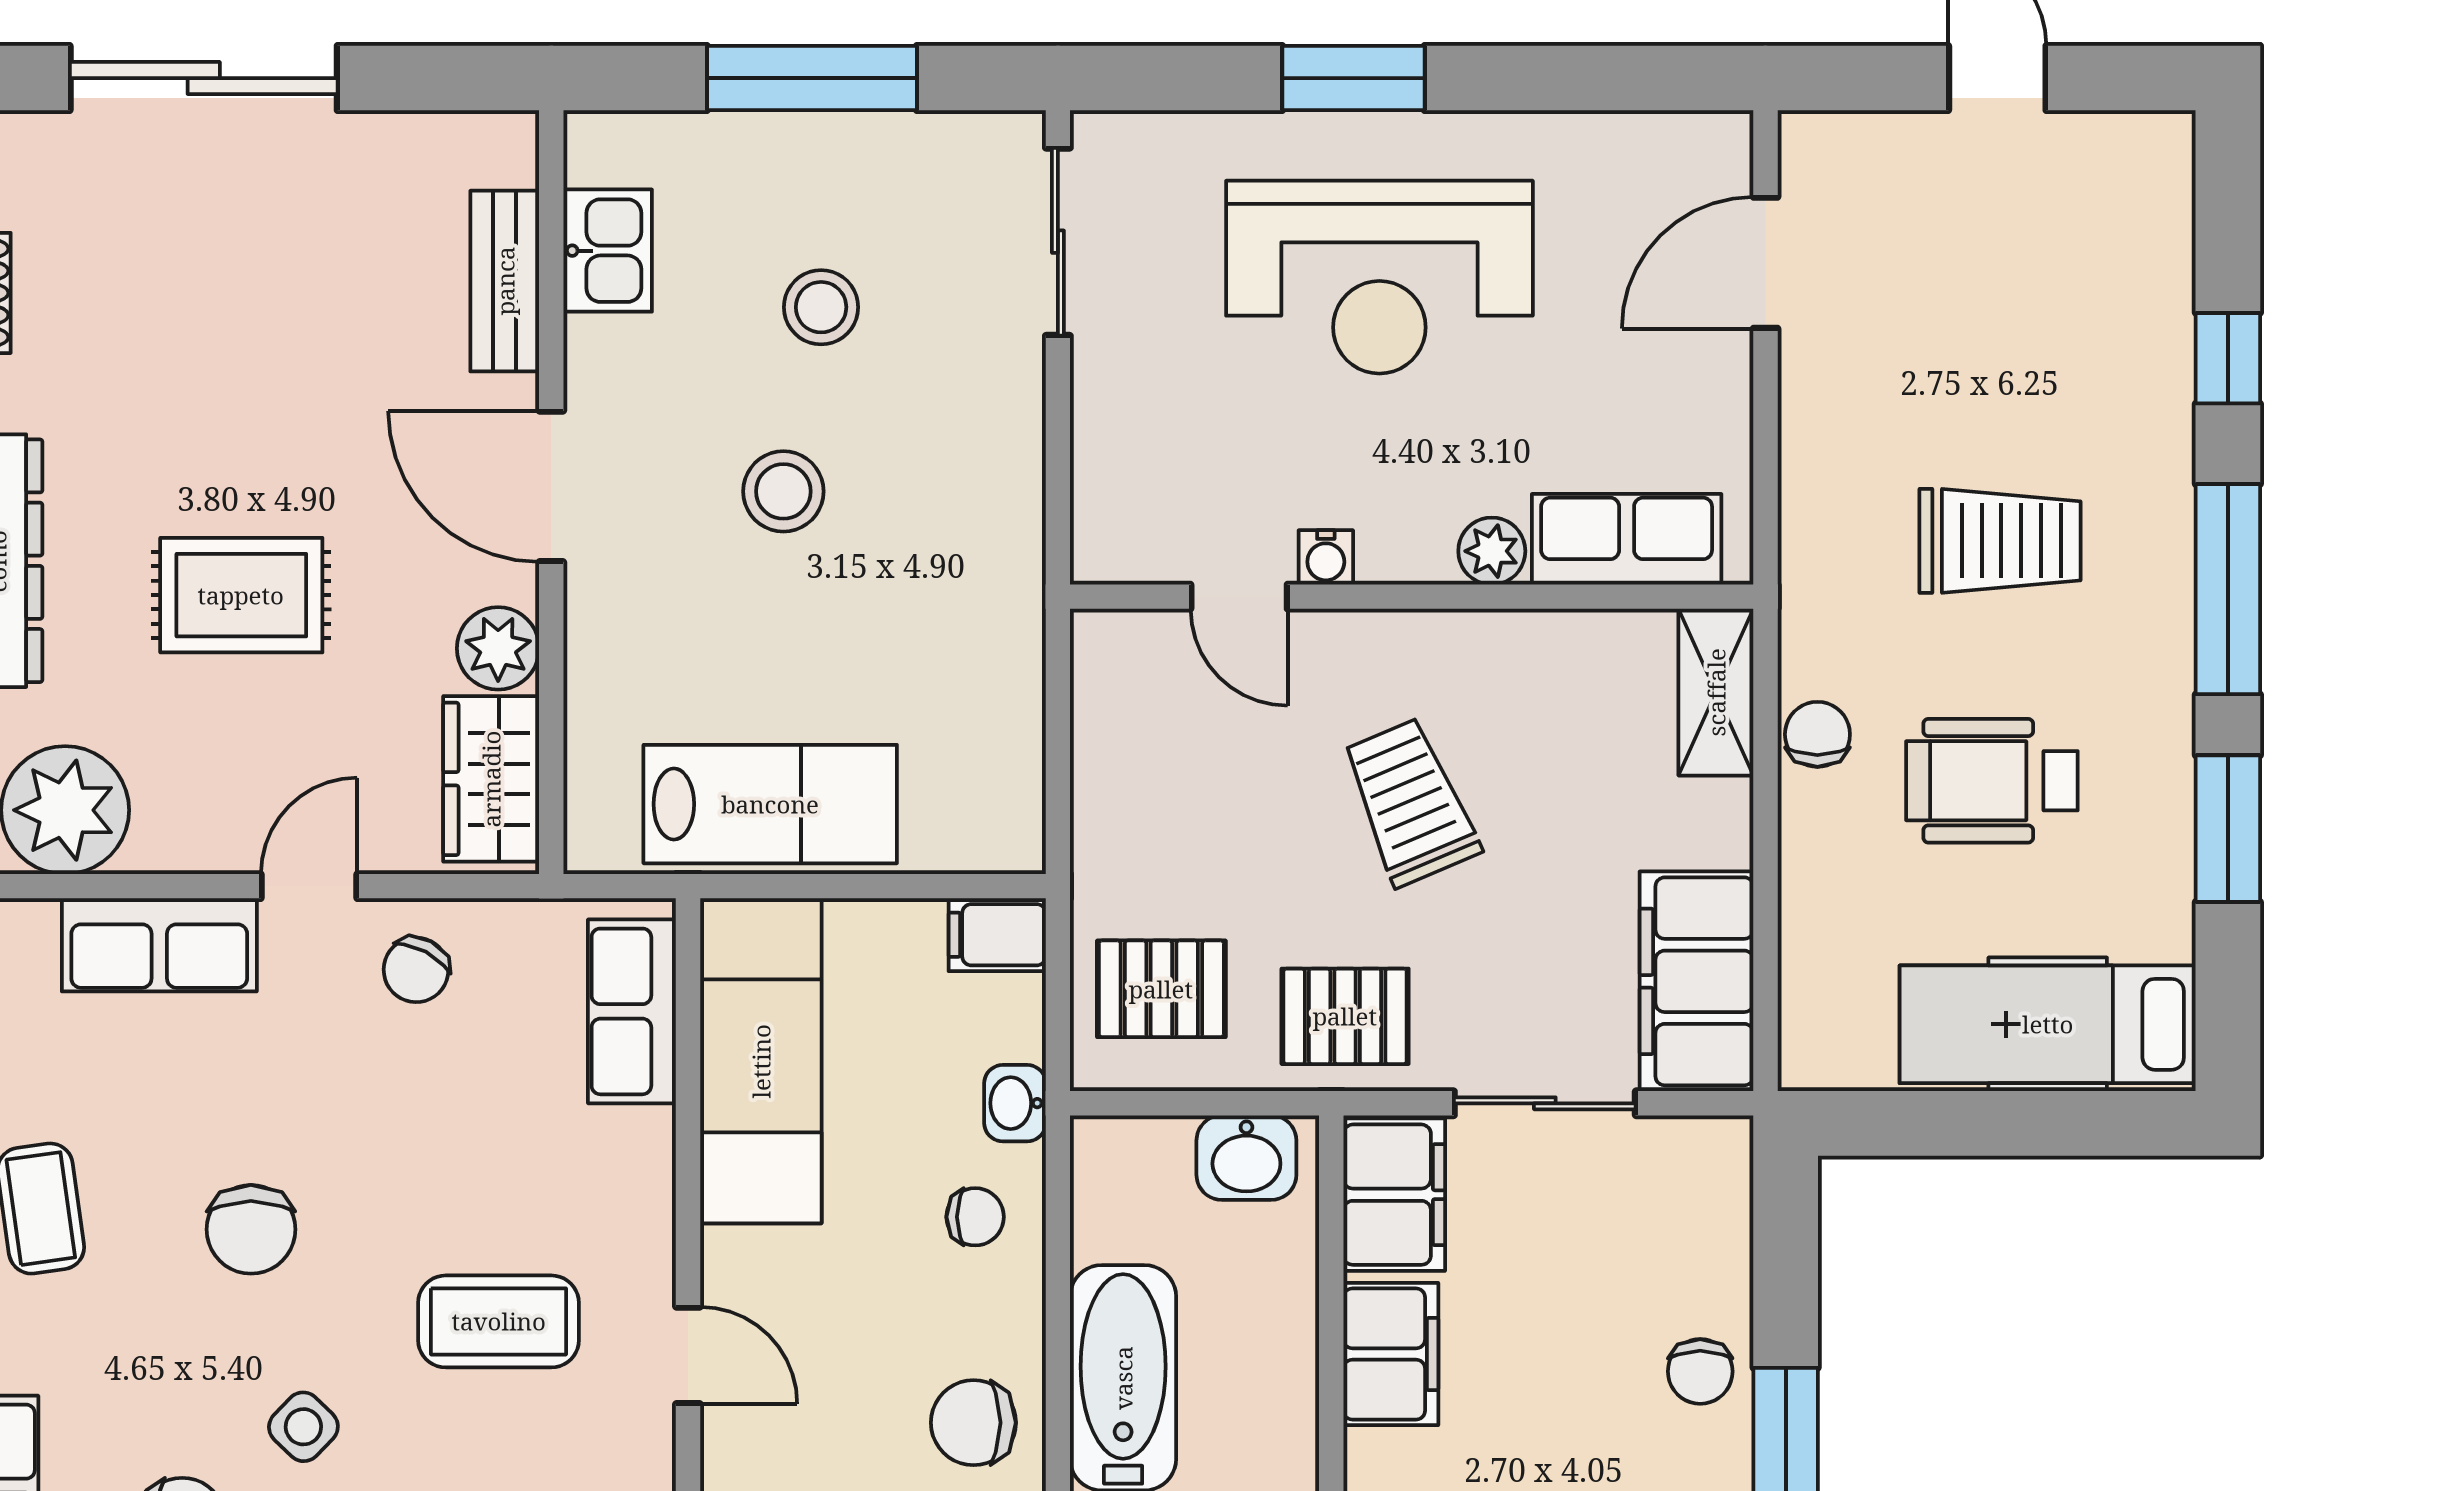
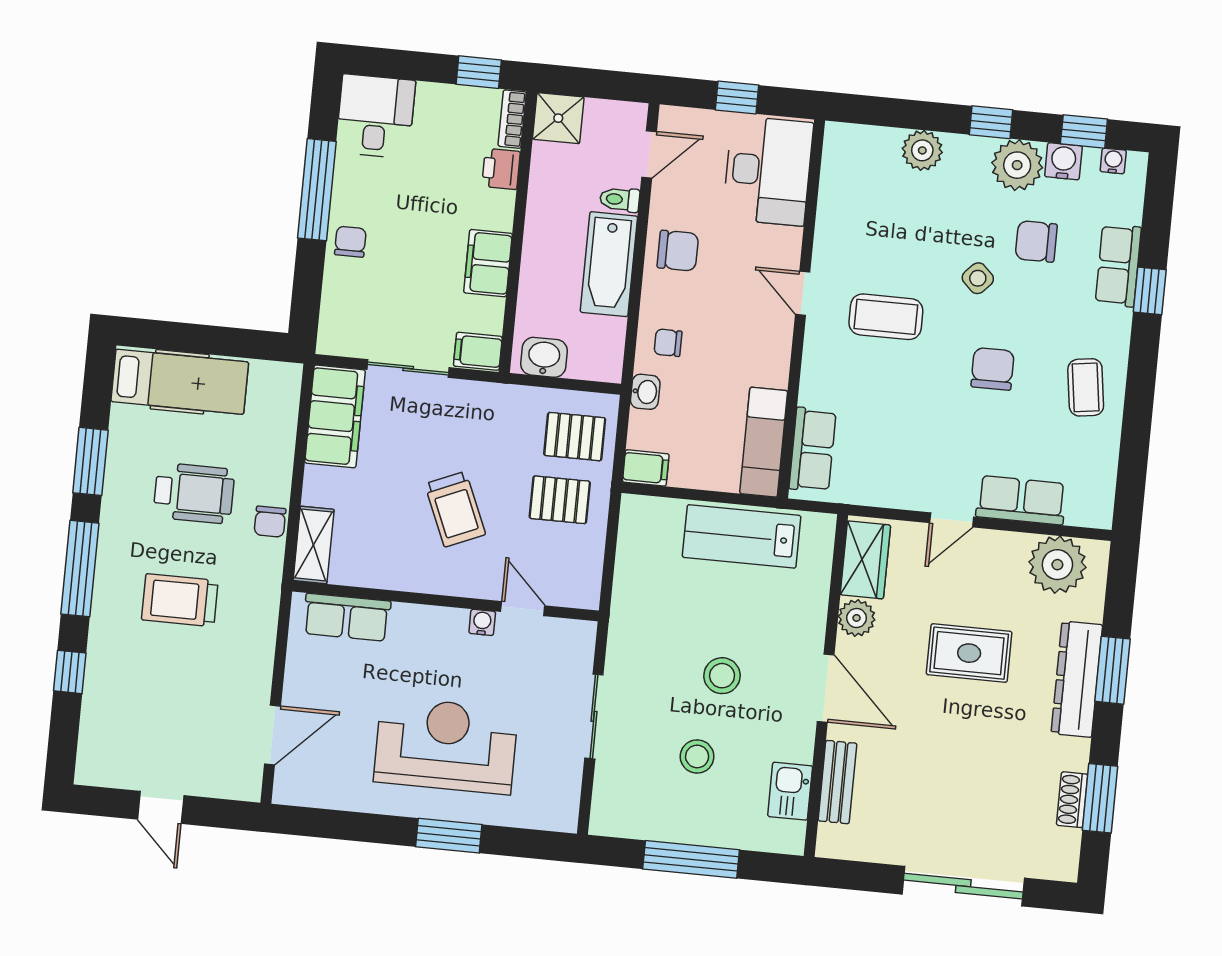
sliding door: (1058, 242) -> (594, 716), moved
plant: (1492, 551) -> (408, 618), removed
chair: (416, 970) -> (907, 478), removed
pallet: (1345, 1016) -> (560, 500), moved
exam couch: (761, 1061) -> (764, 442), width x0.73, depth x0.69
filing cabinet: (1394, 1195) -> (478, 351), width x0.50

